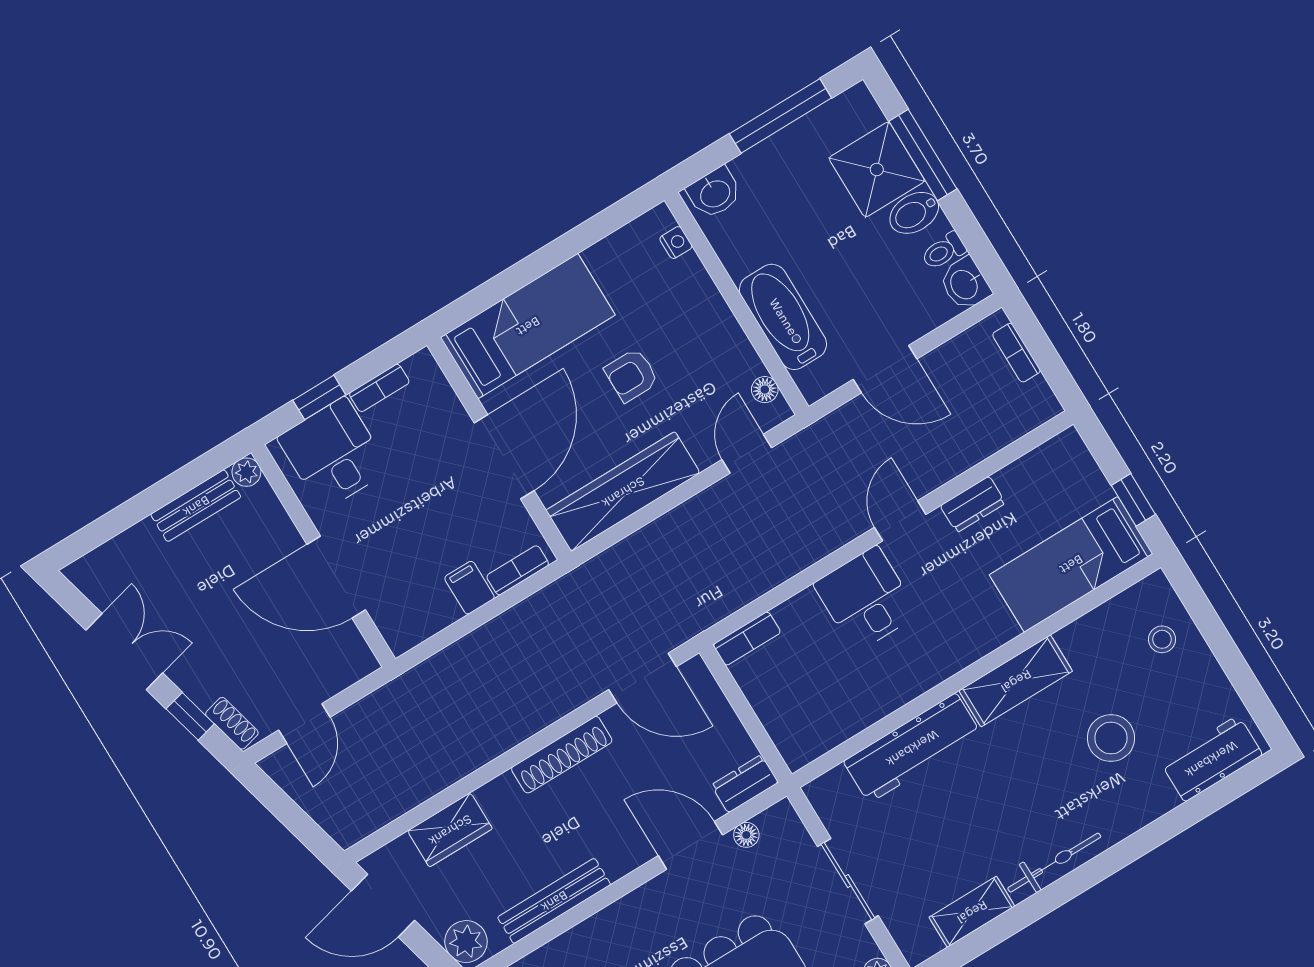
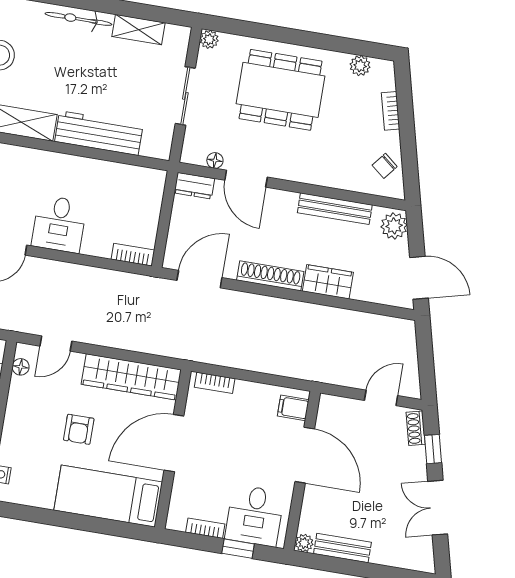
armchair: (631, 375) -> (79, 429), turned 90
filing cabinet: (469, 588) -> (293, 408), moved, turned 90
door: (643, 678) -> (199, 279), hinge flipped
wardrobe: (450, 830) -> (328, 282), moved

